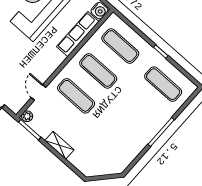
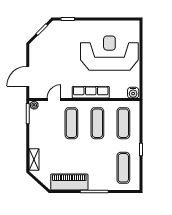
row of seats: (78, 34) -> (91, 92), moved
shelving: (59, 145) -> (34, 159), moved
piano: (131, 148) -> (69, 182), added

